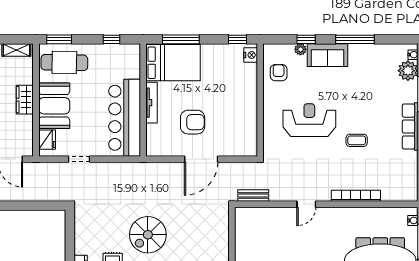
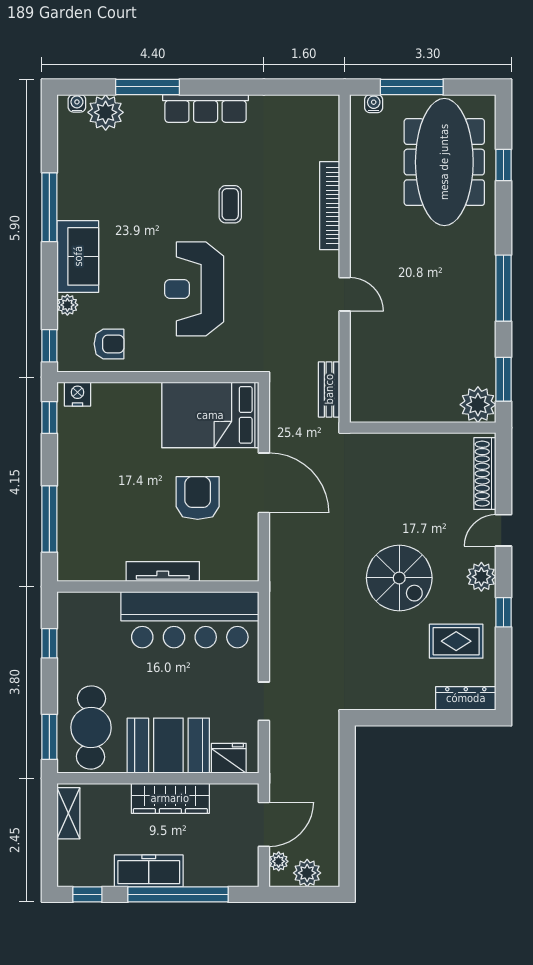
window: (306, 39) -> (49, 346), moved
bed: (173, 63) -> (210, 415), moved, turned -90
armchair: (279, 73) -> (109, 344), turned 180
wardrobe: (25, 100) -> (170, 798), width x1.50

